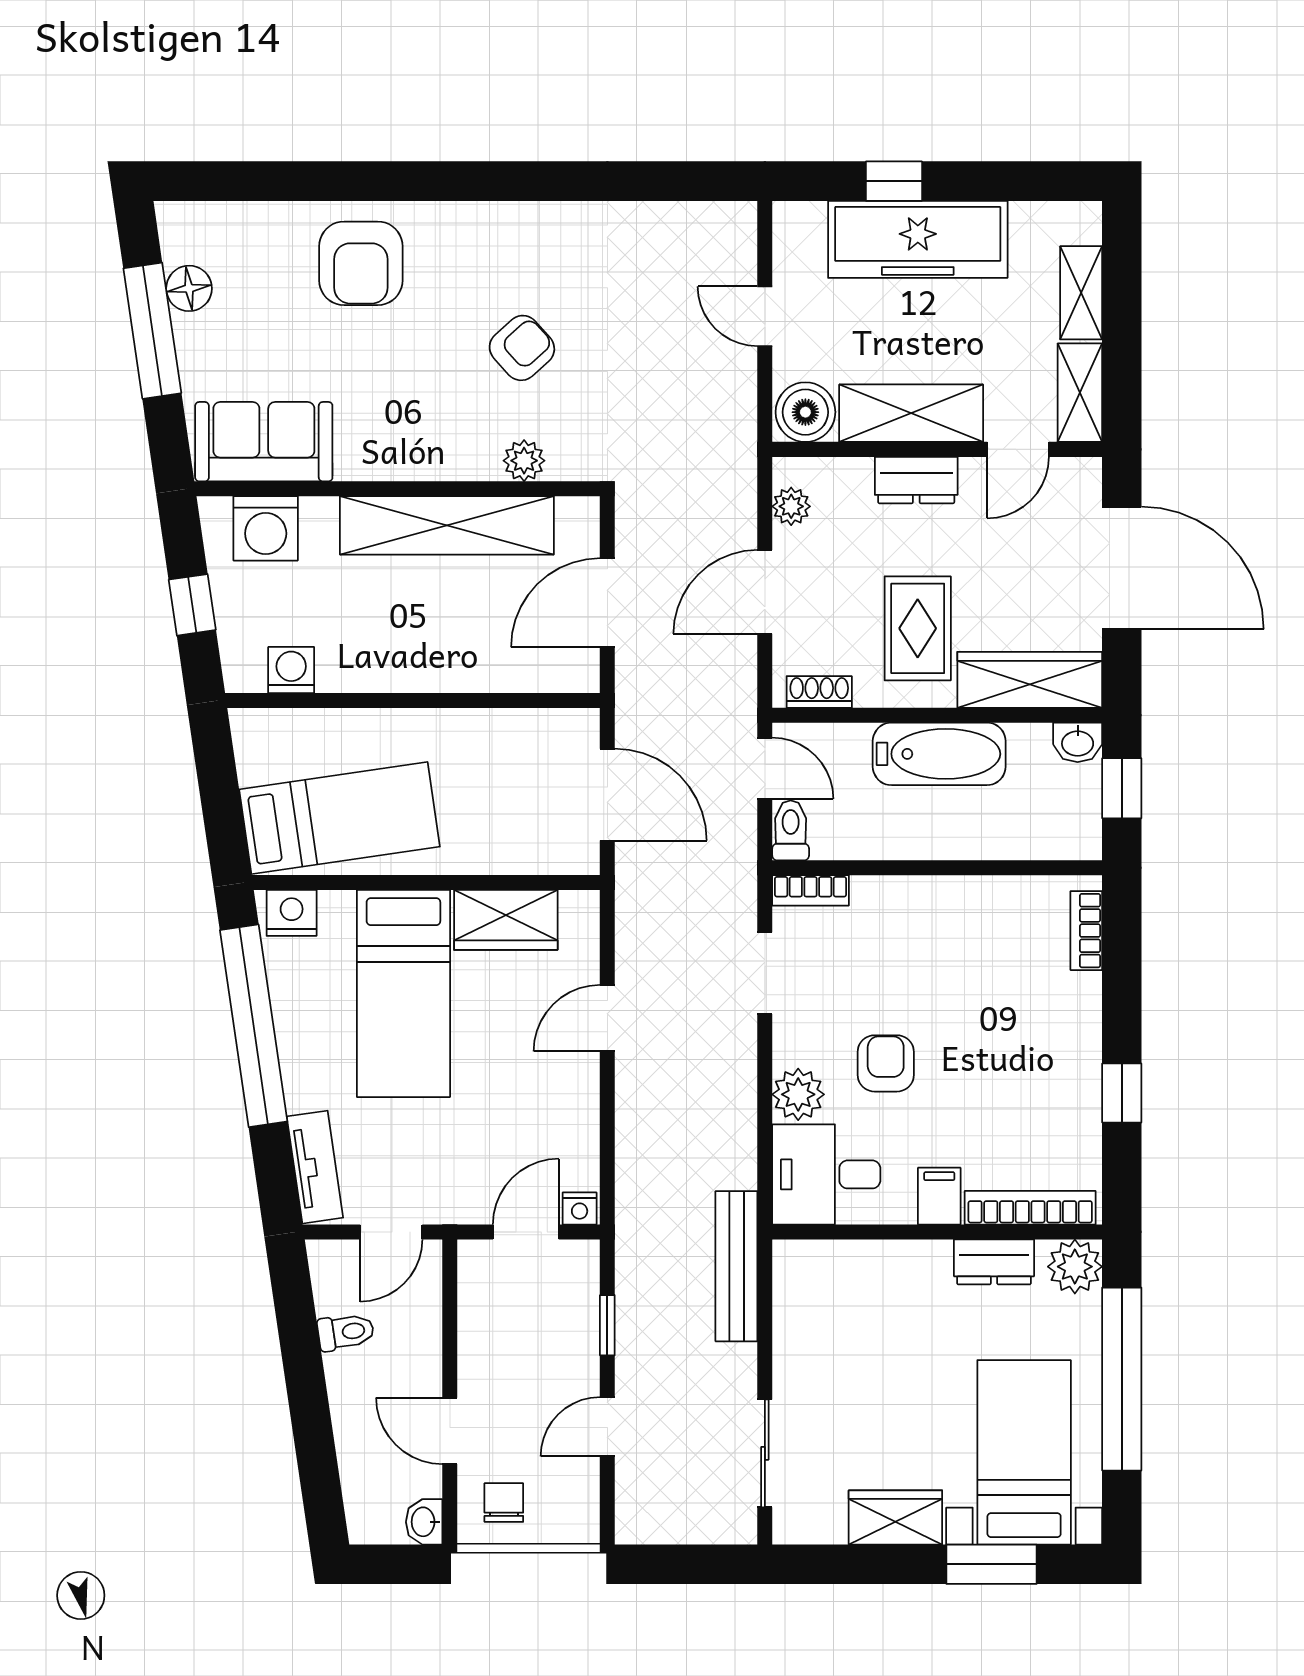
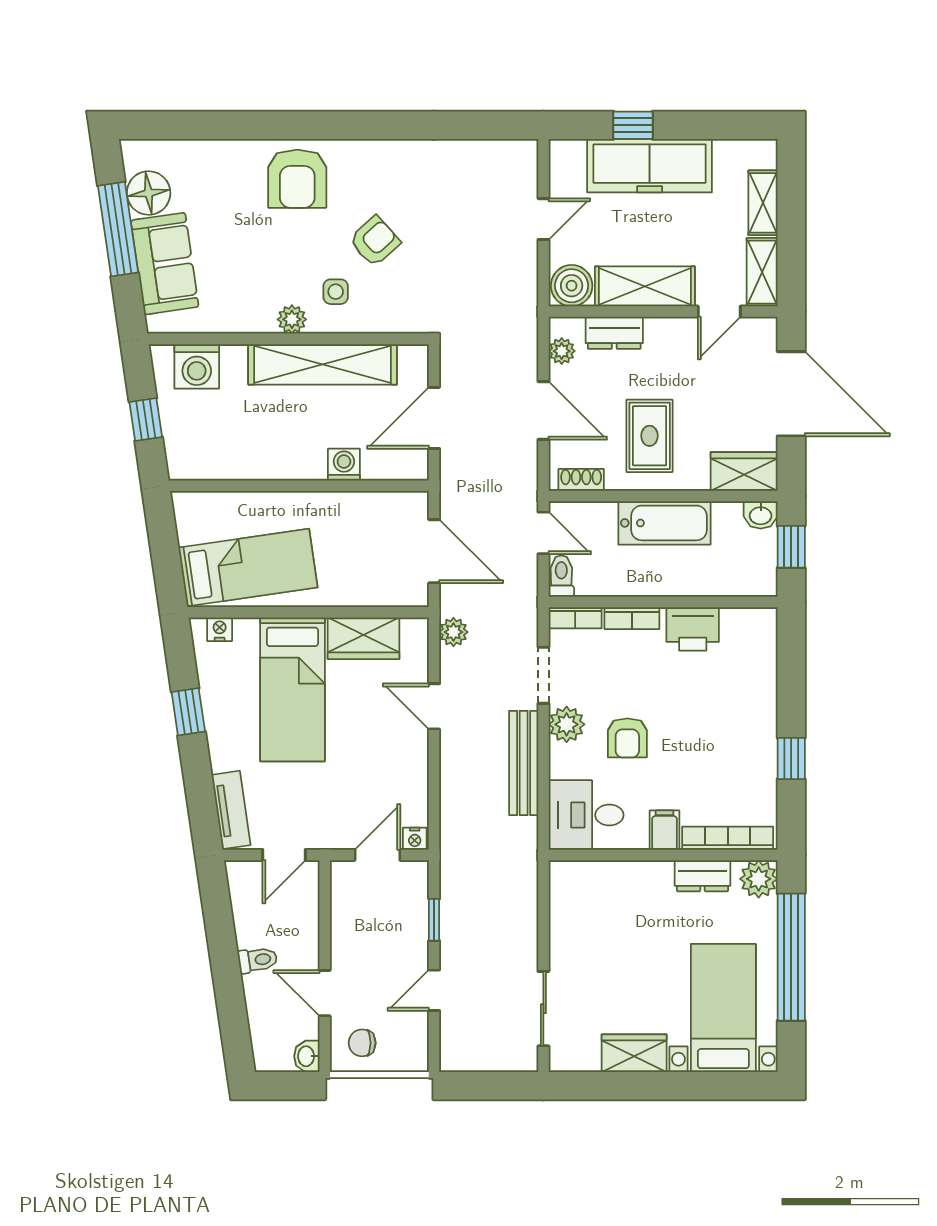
armchair: (361, 263) -> (297, 179), moved
floor lamp: (189, 288) -> (149, 193), width x1.38, depth x1.38
door: (765, 316) -> (543, 219), swing flipped
side table: (466, 421) -> (336, 292), added
sofa: (264, 442) -> (165, 264), moved, turned 82
plant: (524, 461) -> (292, 319), moved
dresser: (916, 480) -> (614, 333), moved
door: (765, 592) -> (543, 411), swing flipped
washing machine: (291, 670) -> (344, 465), moved
wardrobe: (1030, 680) -> (744, 472), width x0.67
printer: (980, 906) -> (693, 629), added
plant: (635, 911) -> (453, 632), added
nightstand: (292, 913) -> (220, 629), width x0.72, depth x0.74
bookcase: (1086, 931) -> (632, 618), moved, turned -90
door: (607, 1018) -> (434, 706), hinge flipped
window: (254, 1026) -> (188, 712), width x0.32
armchair: (886, 1063) -> (627, 738), turned 180
plant: (798, 1094) -> (567, 724), moved
bench: (736, 1266) -> (524, 763), moved
toilet: (346, 1332) -> (258, 960), moved
chair: (504, 1503) -> (362, 1043), turned -90
window: (991, 1564) -> (701, 1086), removed

